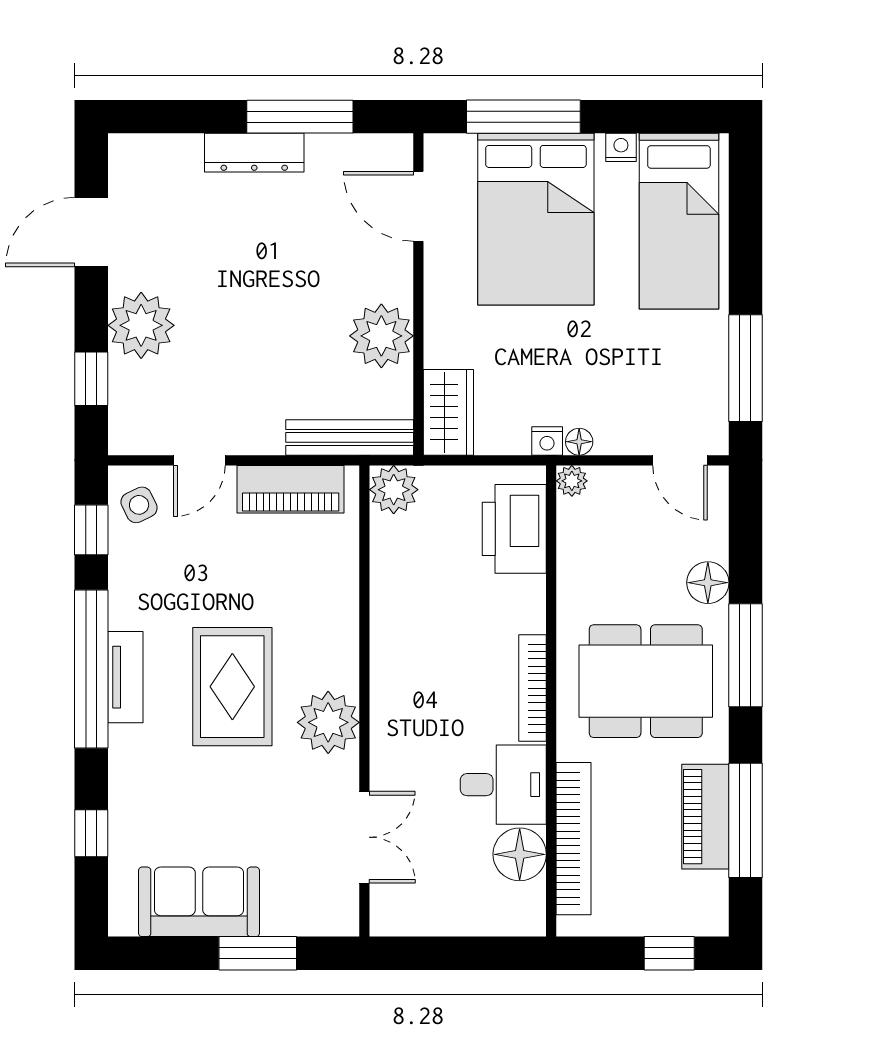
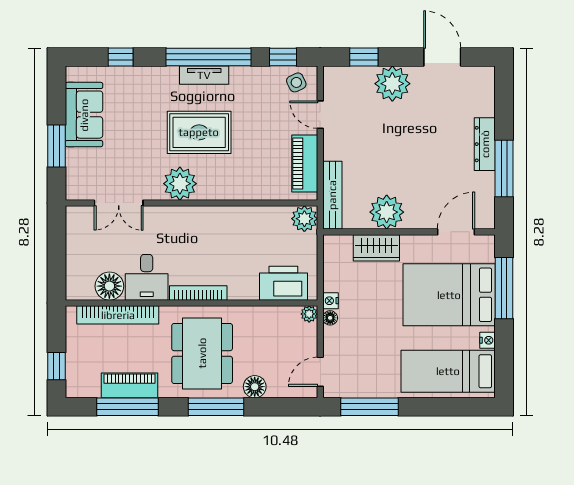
wardrobe: (448, 412) -> (376, 248), moved

